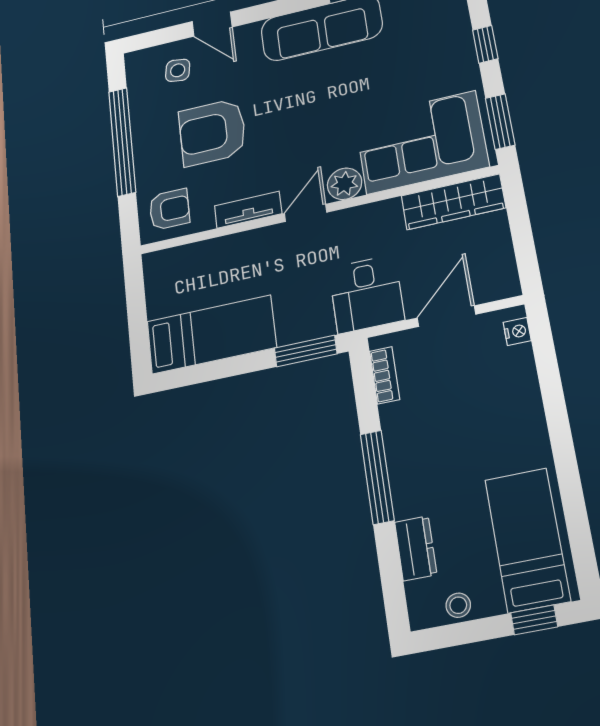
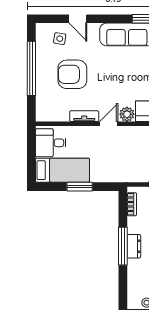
armchair: (169, 209) -> (50, 107), removed
desk: (366, 294) -> (51, 143), moved, turned 90
window: (306, 351) -> (80, 187), moved
dresser: (416, 548) -> (134, 246), moved

